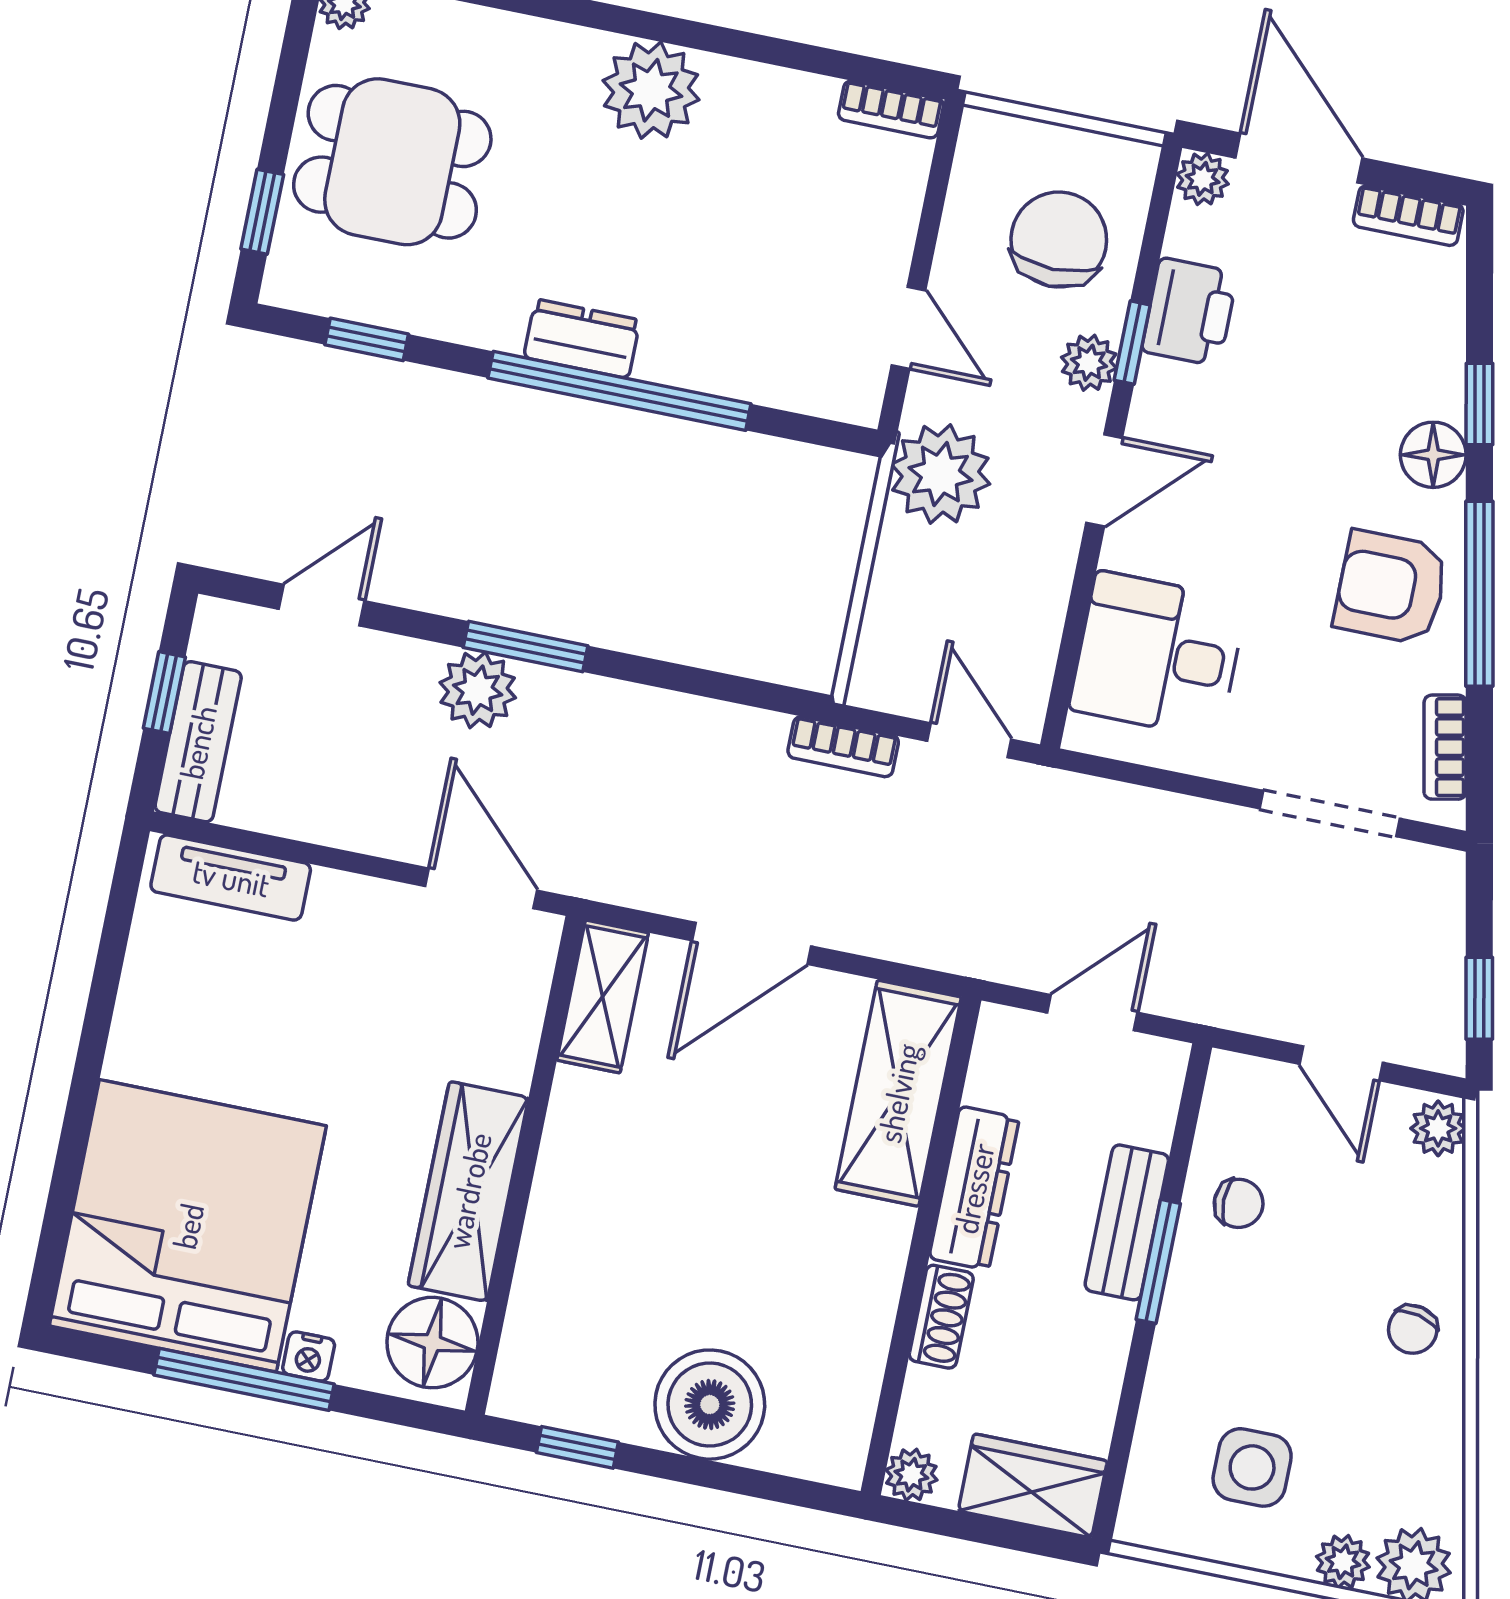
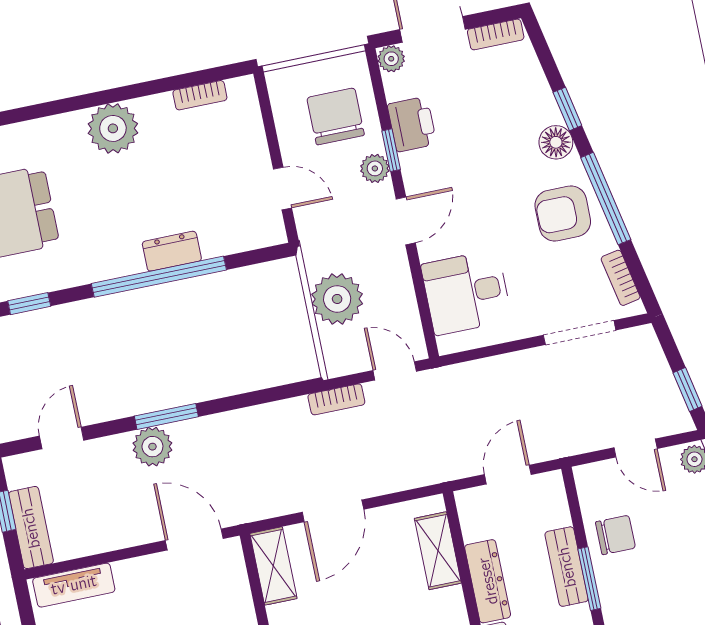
bookcase: (891, 109) -> (200, 95), moved
dresser: (582, 339) -> (172, 251), moved
plant: (940, 474) -> (337, 299), moved
shelving: (898, 1093) -> (438, 551), width x0.67, depth x0.75
chair: (1239, 1203) -> (615, 535), width x1.37, depth x1.37

